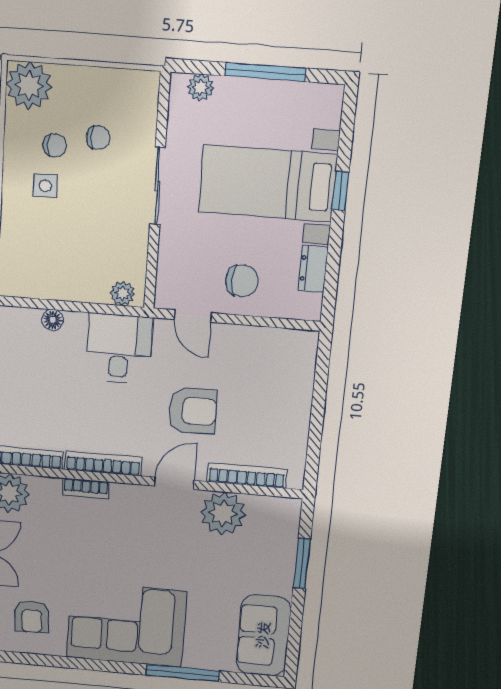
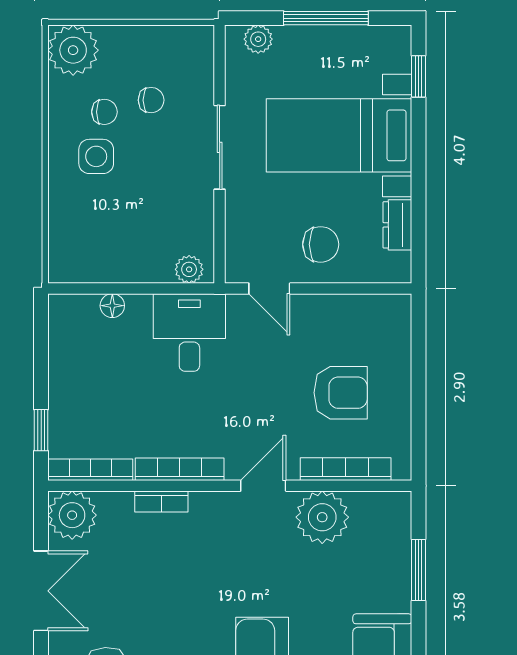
side table: (45, 186) -> (96, 156), width x1.37, depth x1.37
window: (340, 191) -> (419, 76), moved
armchair: (193, 411) -> (341, 393), moved

